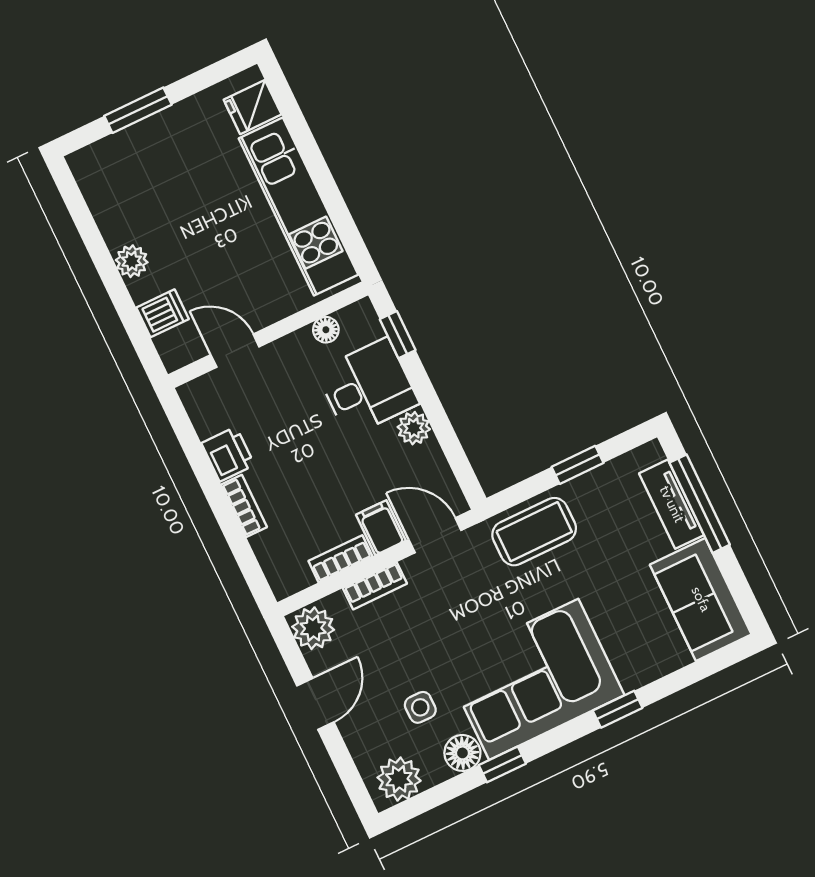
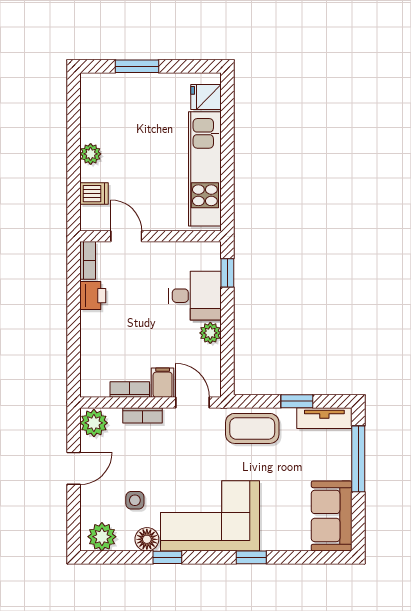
floor lamp: (326, 330) -> (186, 250), removed
tv unit: (672, 504) -> (324, 418), moved, turned -90
bookcase: (244, 506) -> (88, 260), moved

